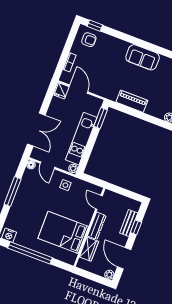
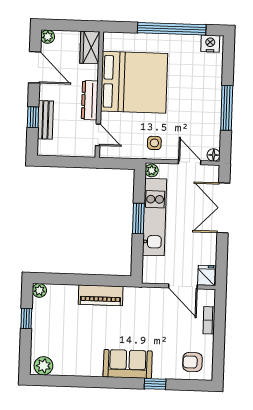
window: (95, 26) -> (155, 384), moved
sofa: (143, 57) -> (128, 364), moved
window: (101, 118) -> (138, 218), moved
bed: (63, 232) -> (134, 82), width x1.36
wardrobe: (89, 249) -> (90, 47), moved

